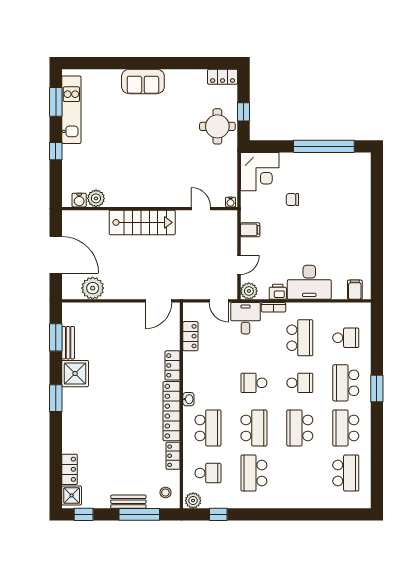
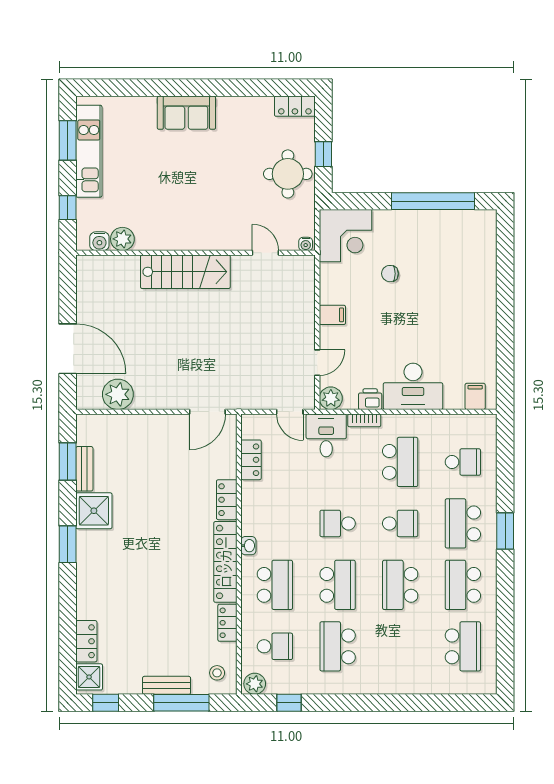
plant: (96, 198) -> (122, 239), moved
water cooler: (79, 200) -> (99, 241), moved
water cooler: (230, 202) -> (306, 244), moved
wall: (150, 209) -> (196, 253), moved
door: (201, 209) -> (265, 253), moved
stairs: (142, 222) -> (185, 272), moved

